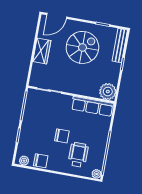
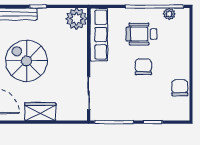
wheelchair: (78, 155) -> (141, 34), moved
plant: (24, 161) -> (183, 109), removed
plant: (97, 174) -> (169, 14), moved

